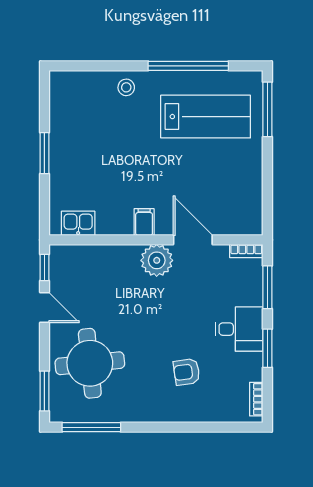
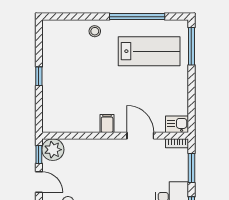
window: (44, 153) -> (39, 76), width x0.67
kitchen sink: (78, 223) -> (177, 124), moved
plant: (157, 260) -> (53, 150), moved

